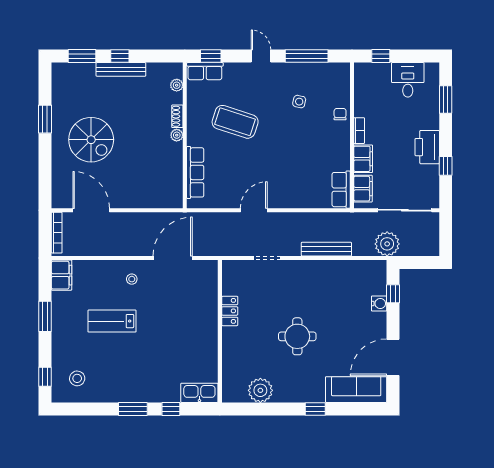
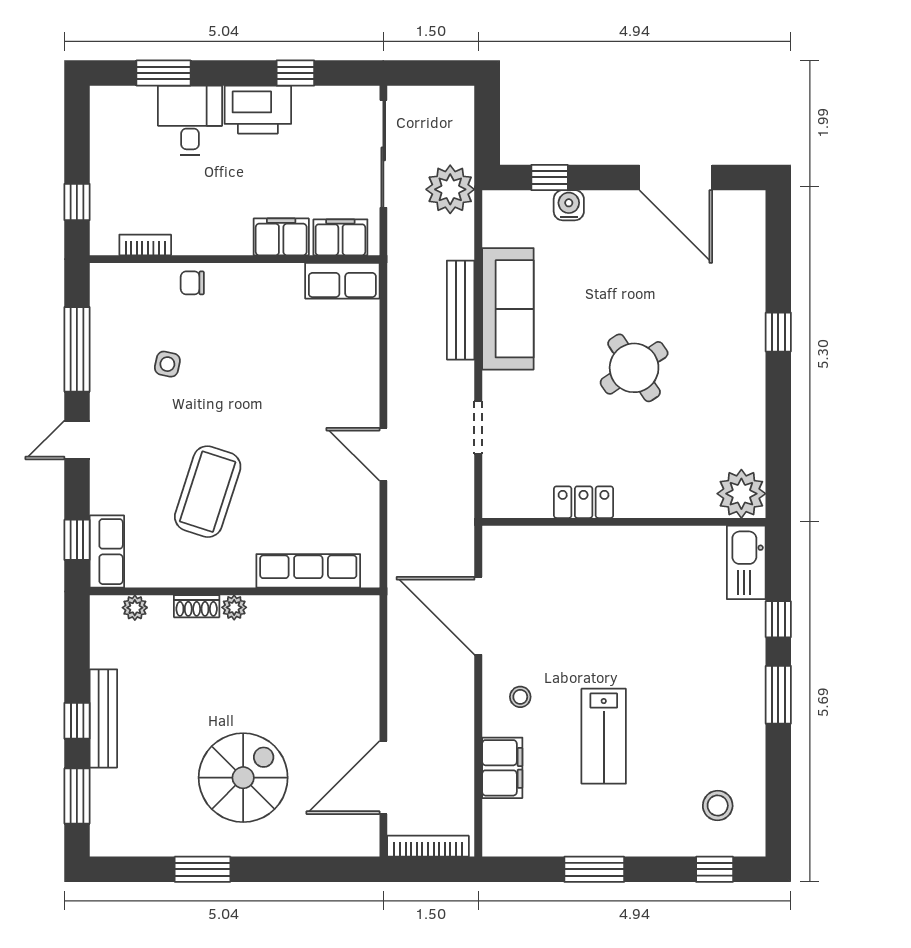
desk: (408, 80) -> (190, 120), moved, turned 90
bookcase: (359, 131) -> (145, 245), moved
filing cabinet: (62, 275) -> (502, 768), moved, turned 90
round table: (297, 336) -> (634, 368), turned -34
plant: (260, 390) -> (741, 494), moved
sofa: (356, 390) -> (508, 309), moved, turned 180

